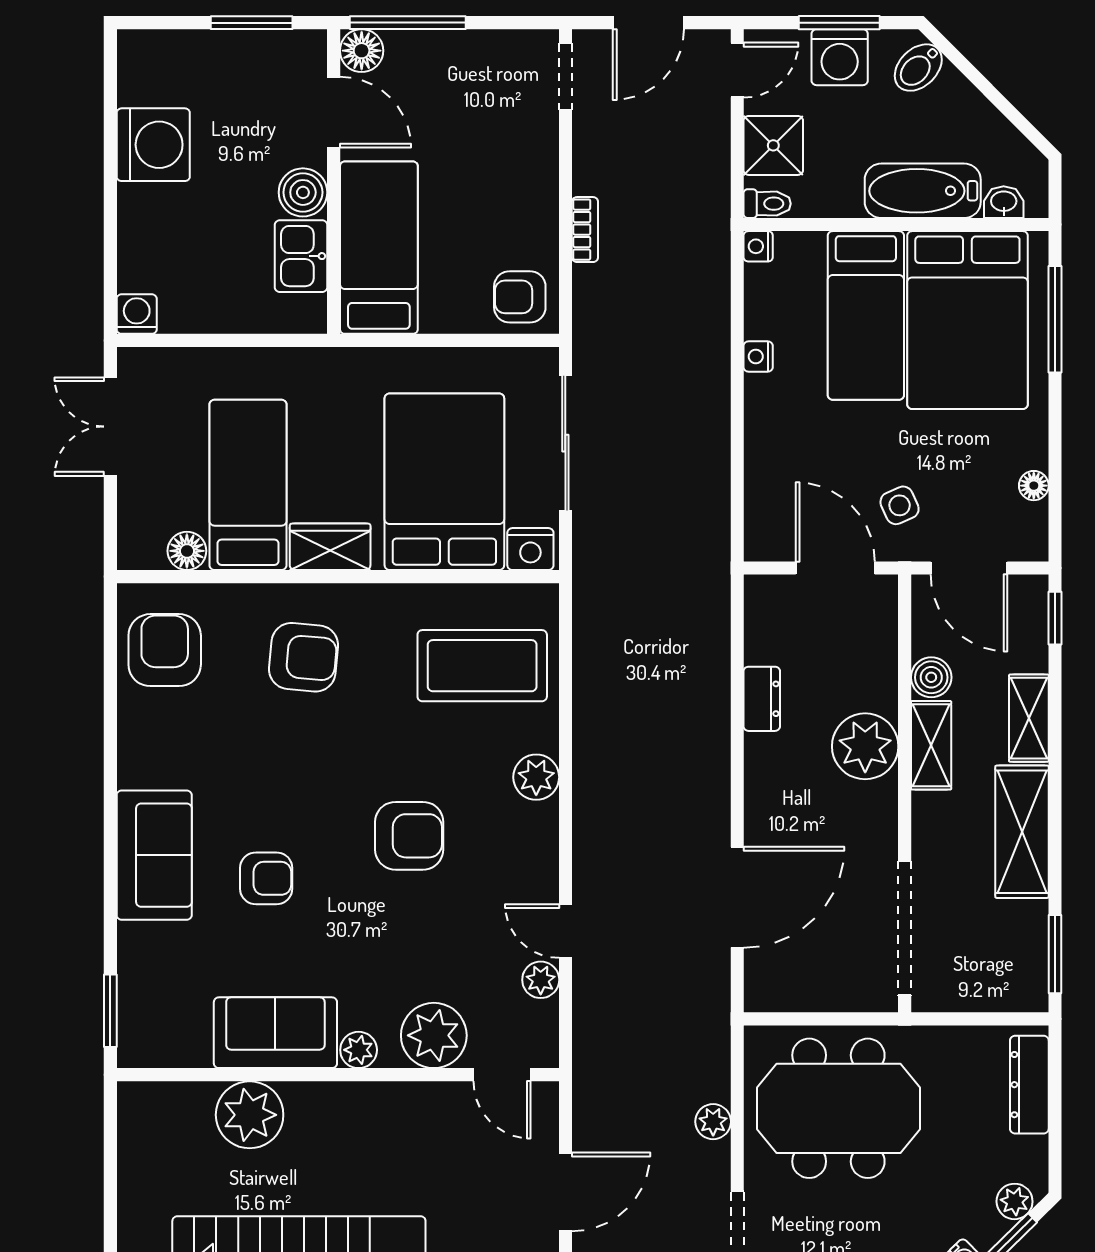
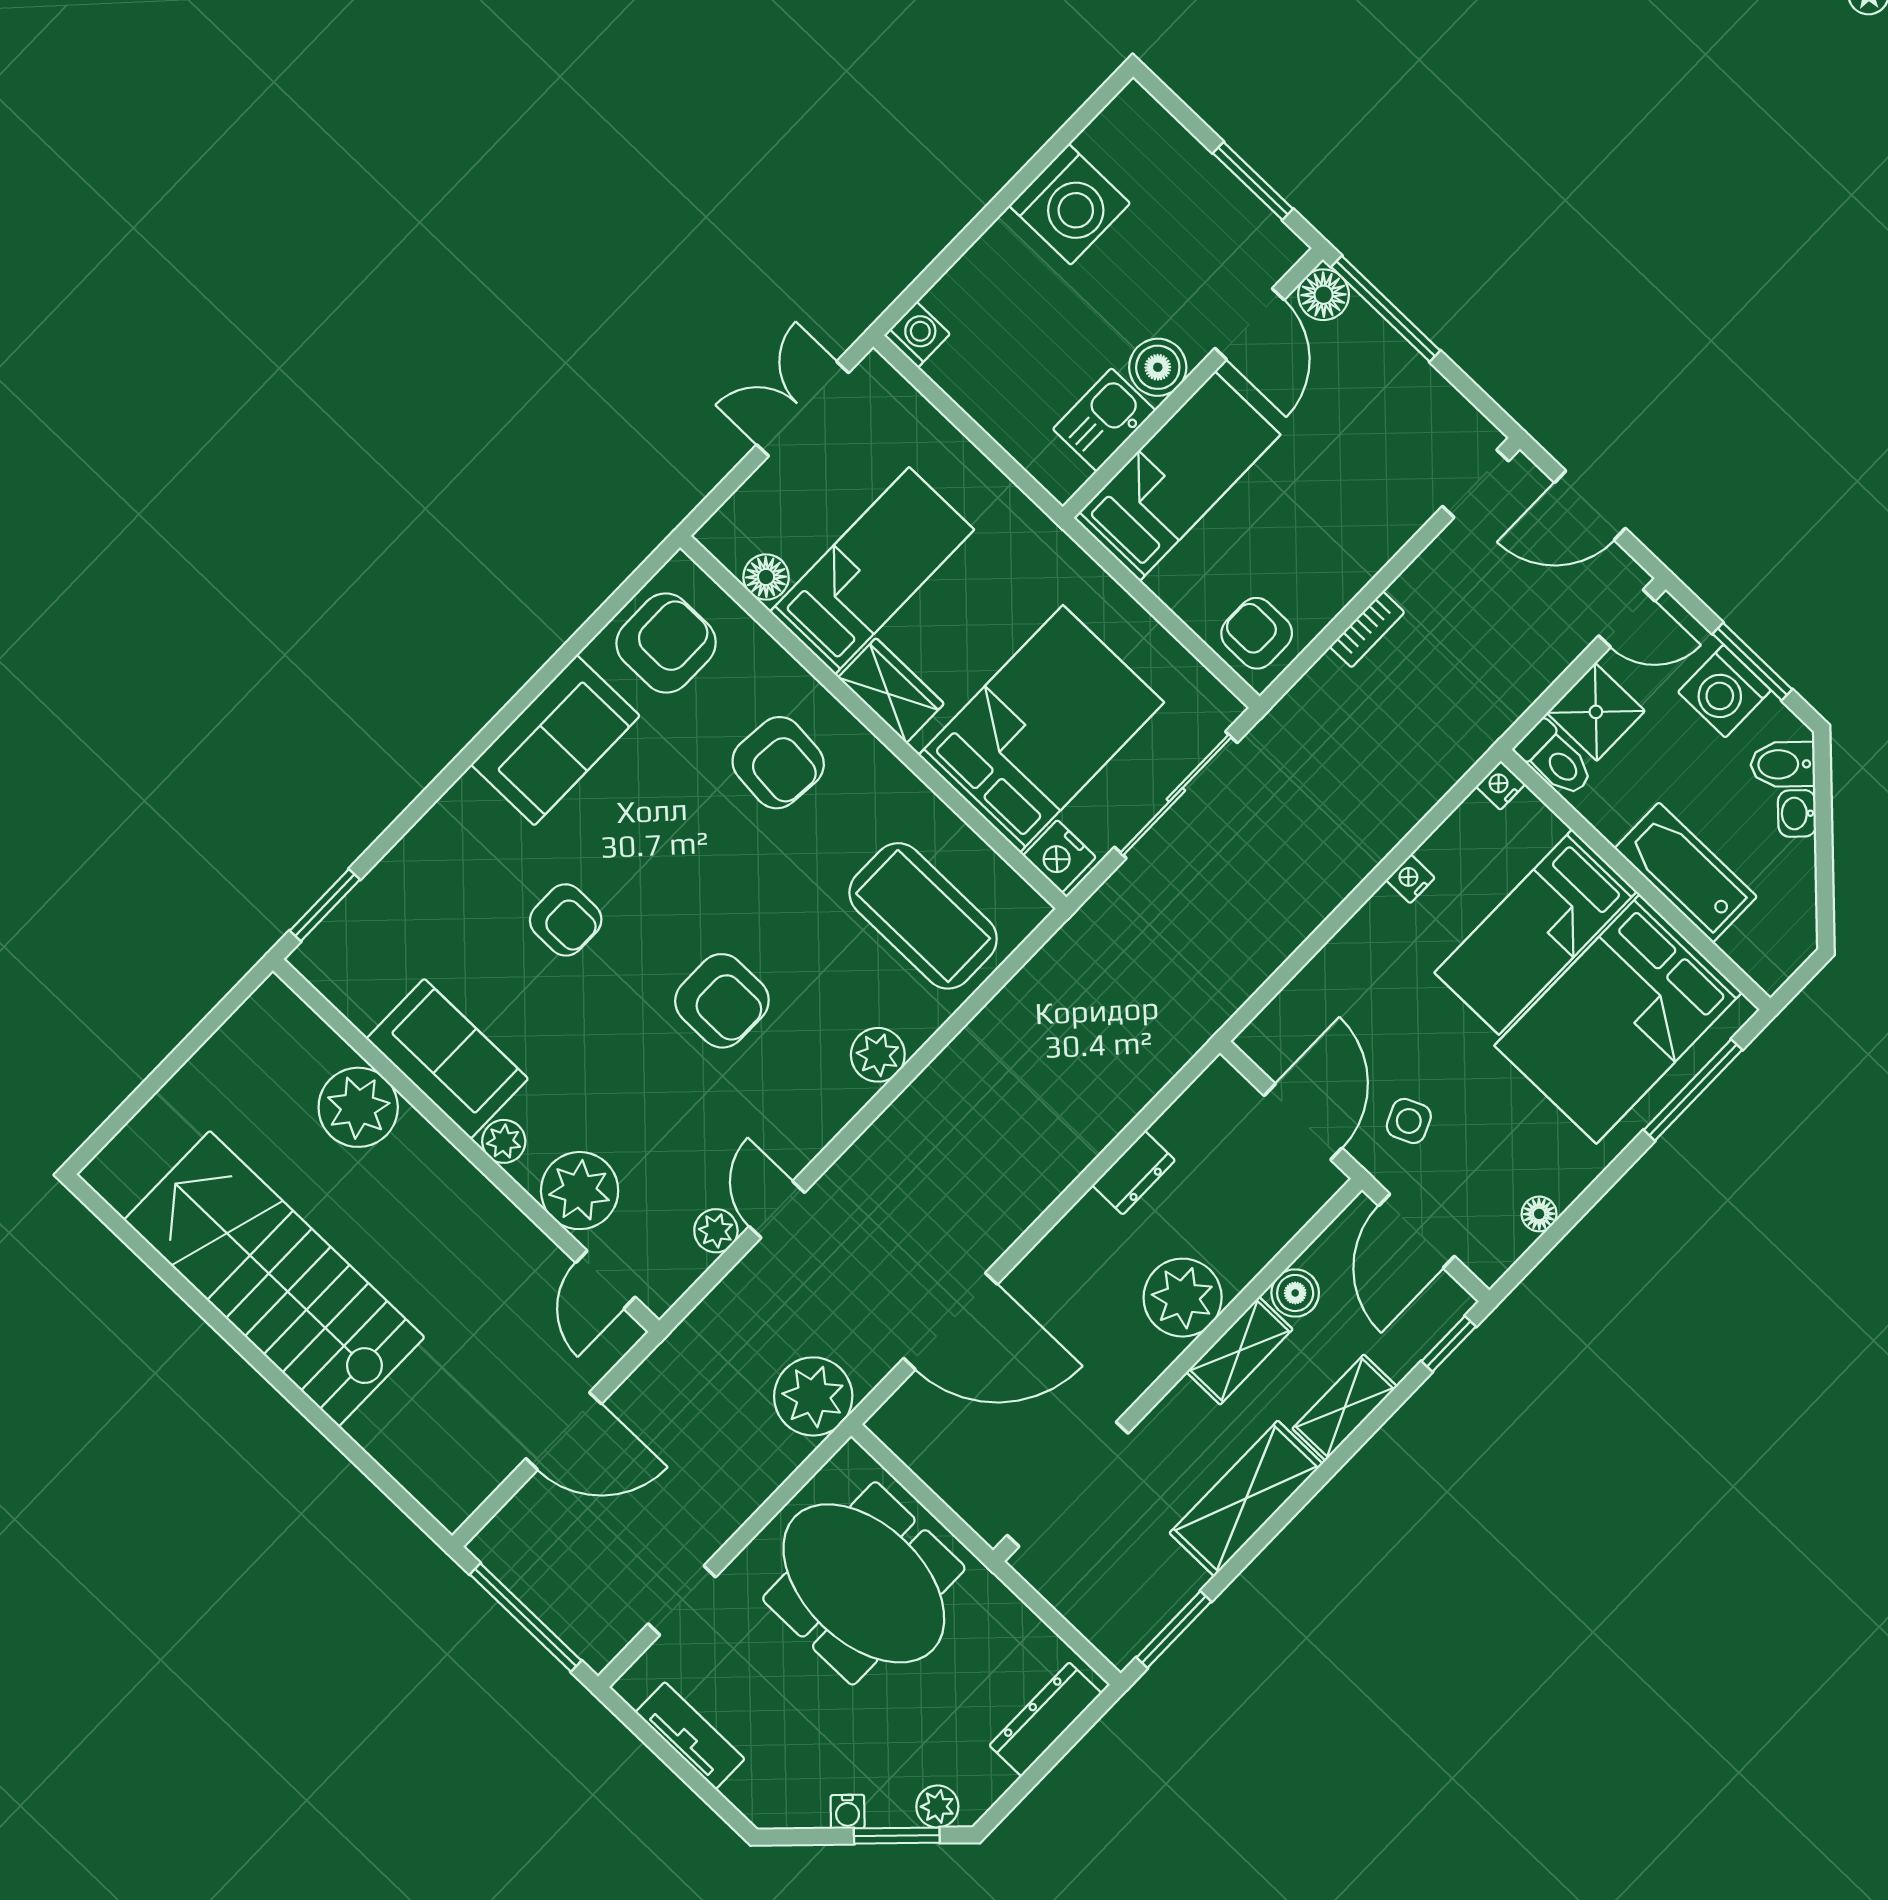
washbasin: (1004, 202) -> (1797, 813), moved, turned -135
toilet: (767, 204) -> (1555, 759), width x1.37, depth x1.39
sofa: (154, 855) -> (555, 740), moved
plant: (713, 1122) -> (813, 1396), moved, width x1.87, depth x1.87

